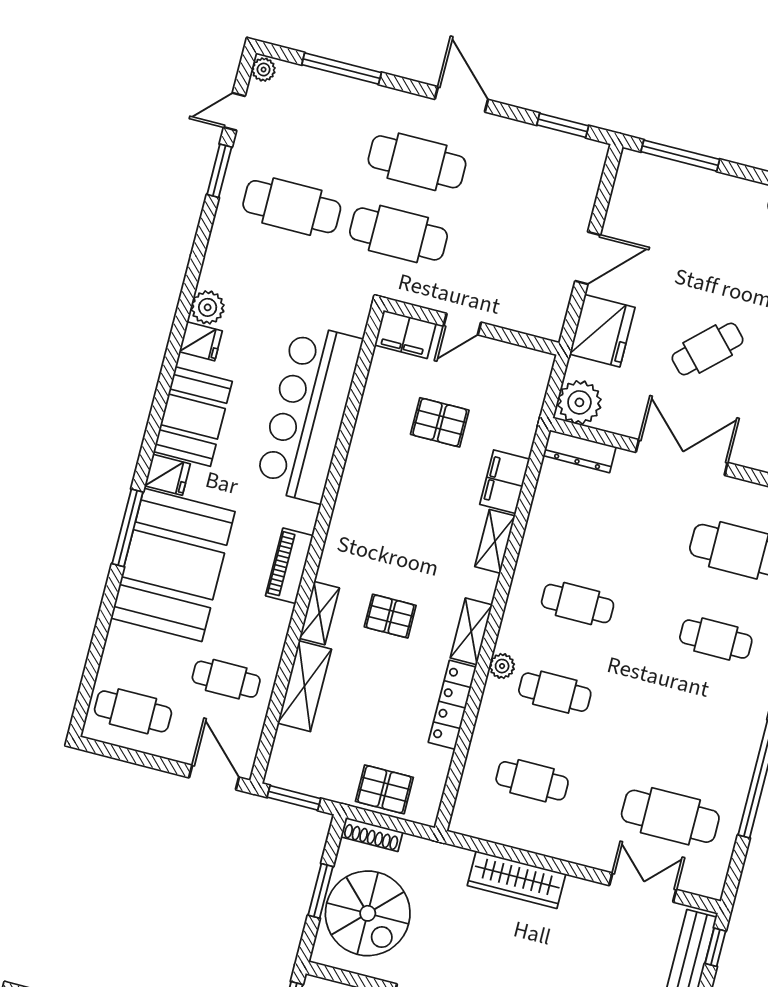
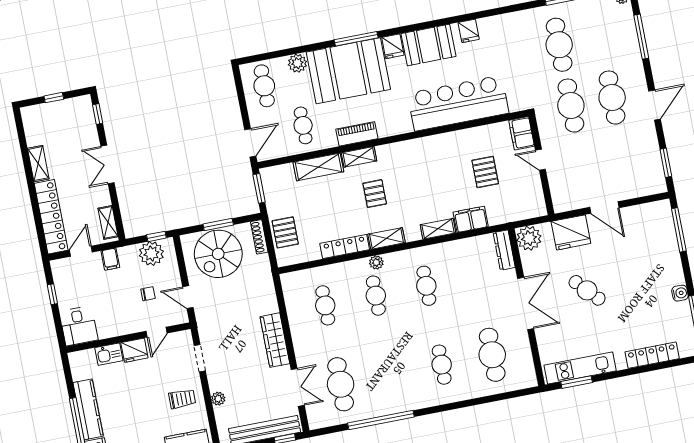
plant: (208, 307) -> (297, 63), moved
piano: (289, 566) -> (357, 134), moved
wardrobe: (516, 880) -> (275, 340), moved

